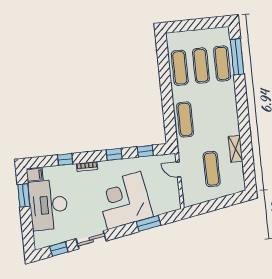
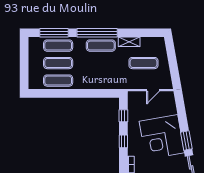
window: (242, 109) -> (97, 33), added
exercise mat: (185, 119) -> (101, 46), moved
door: (178, 170) -> (153, 90), moved
window: (149, 223) -> (186, 140), moved

